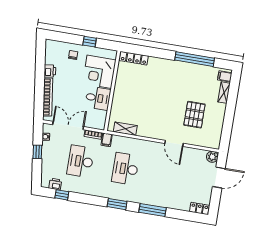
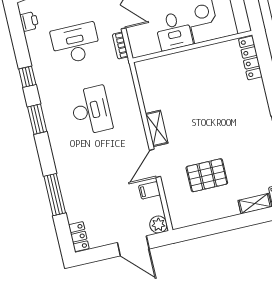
shelving: (125, 129) -> (157, 128), moved
filing cabinet: (107, 140) -> (149, 190), moved
desk: (125, 169) -> (91, 110), turned 90
window: (62, 195) -> (27, 77), moved
window: (152, 210) -> (55, 195), moved

